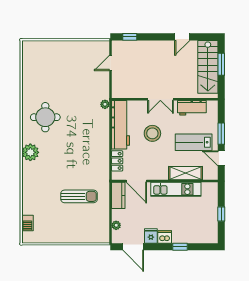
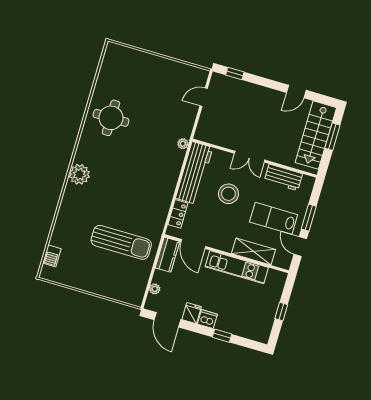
round table: (45, 117) -> (111, 118), moved
sun lounger: (79, 196) -> (121, 242), width x1.36, depth x1.34

